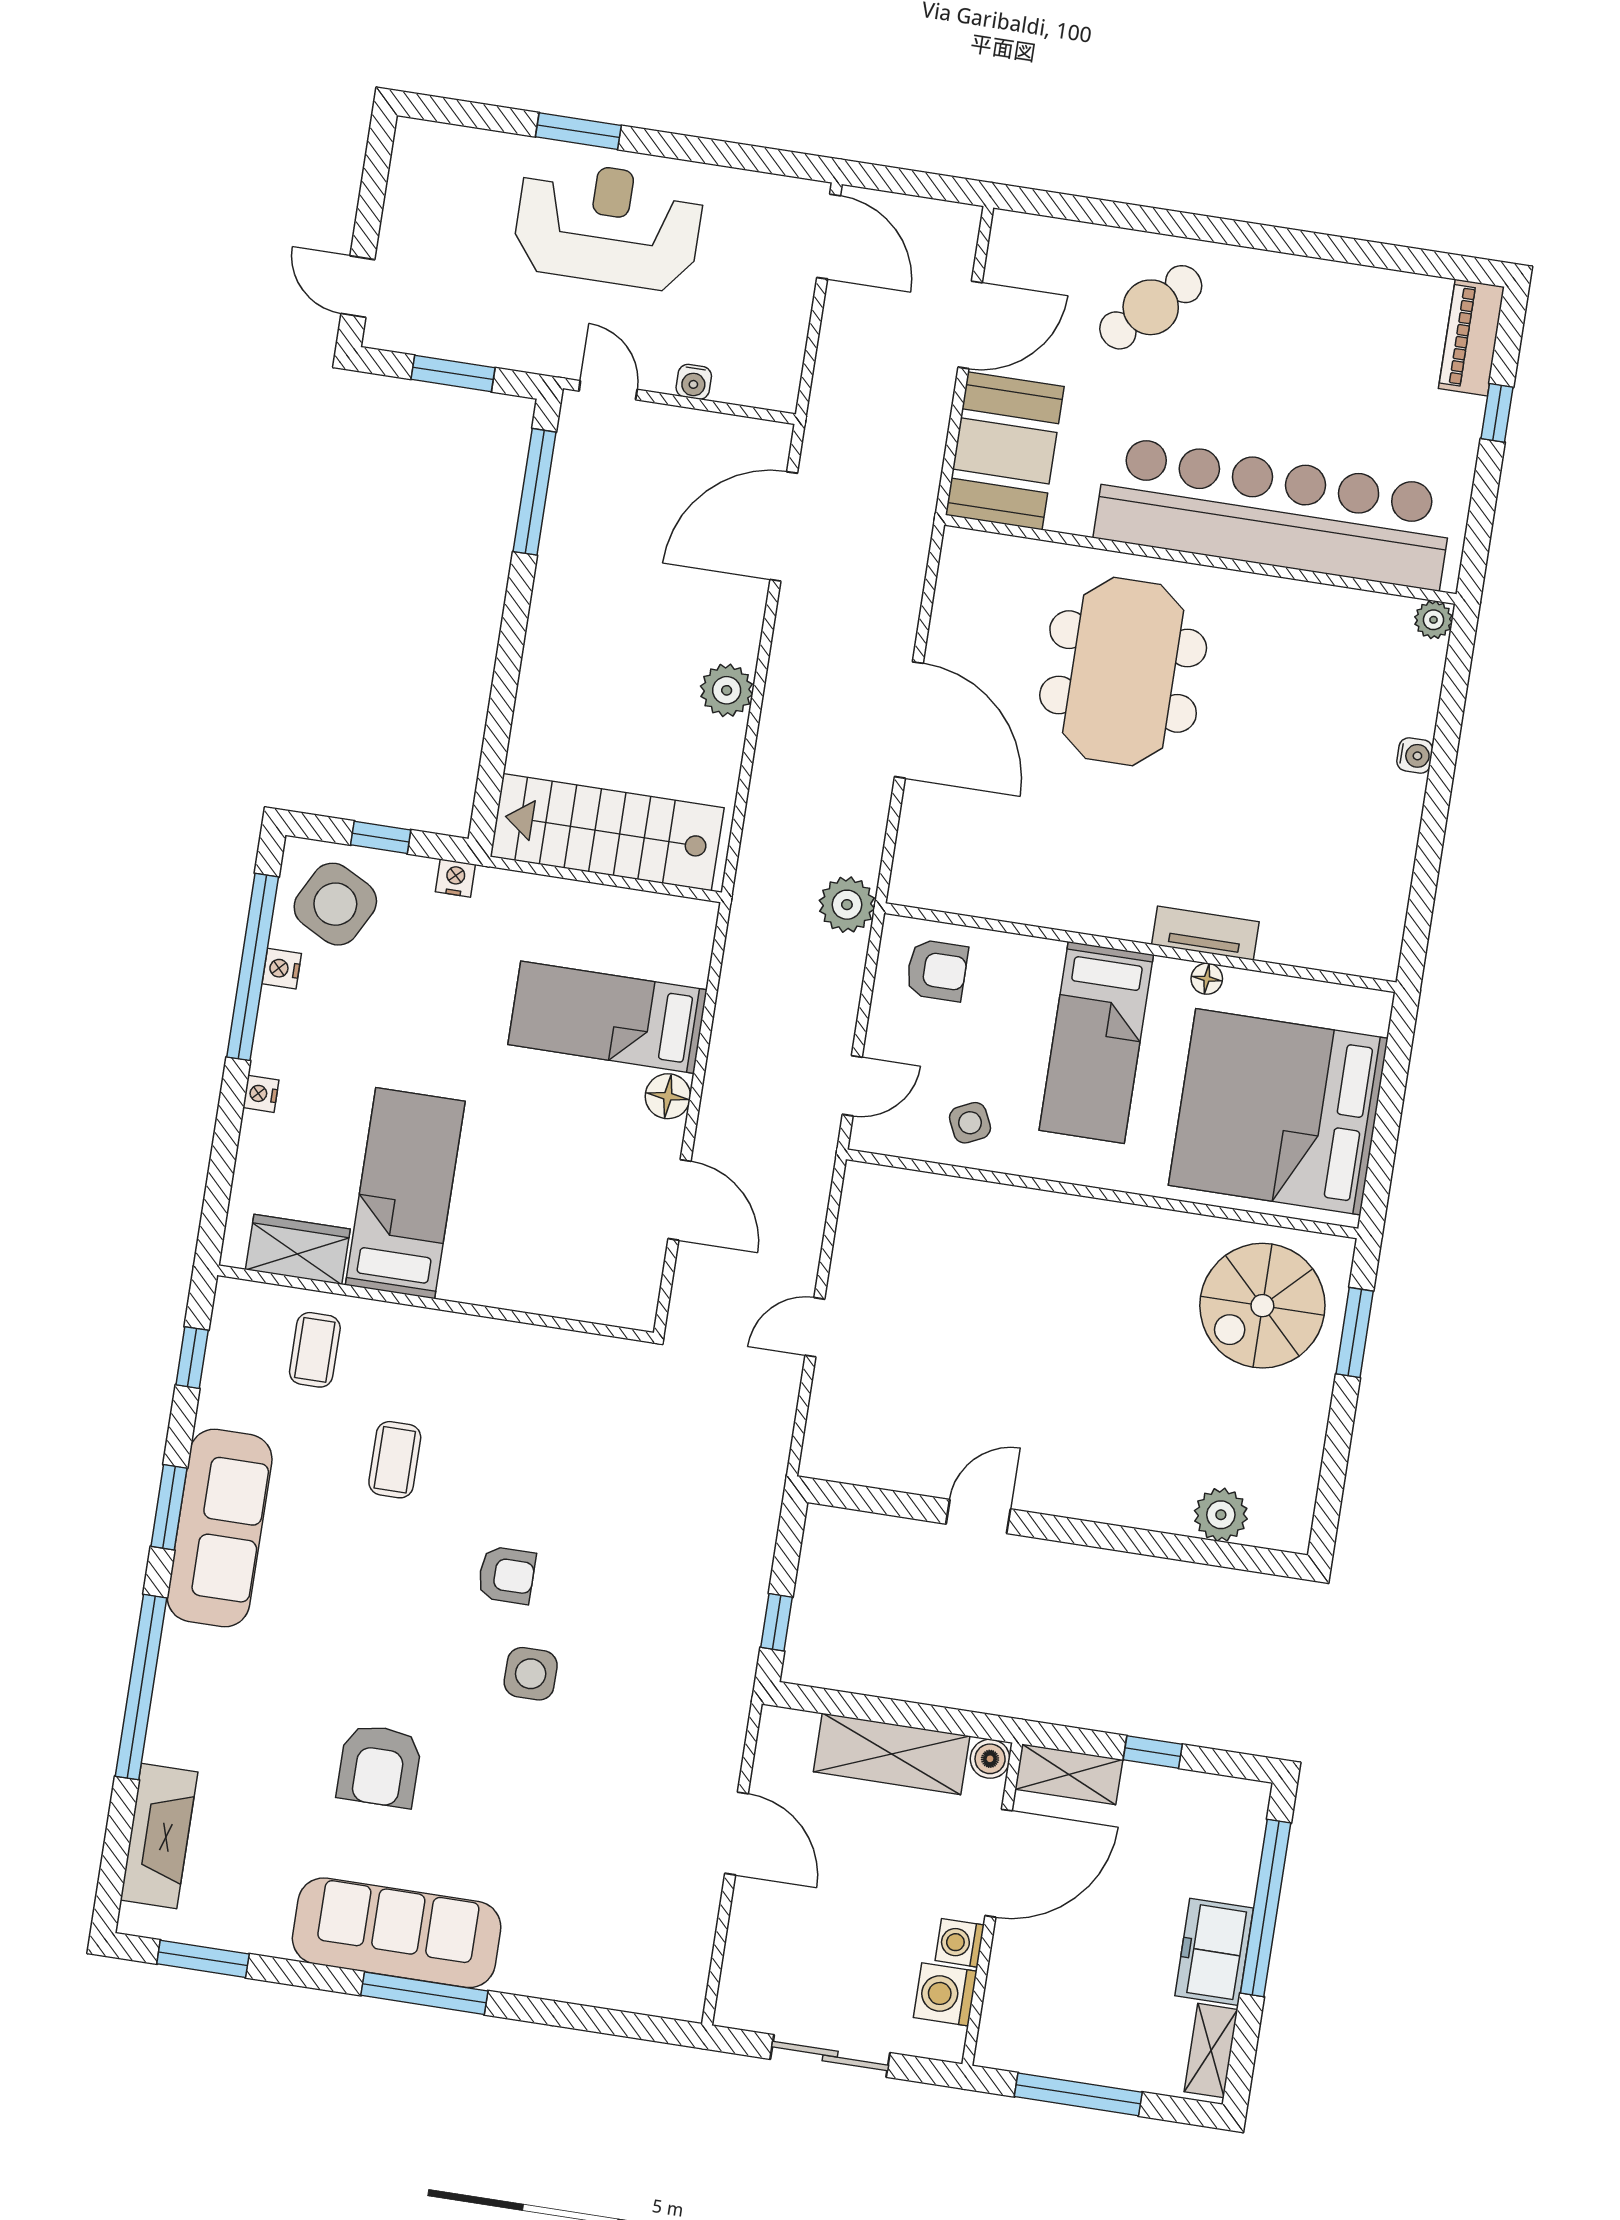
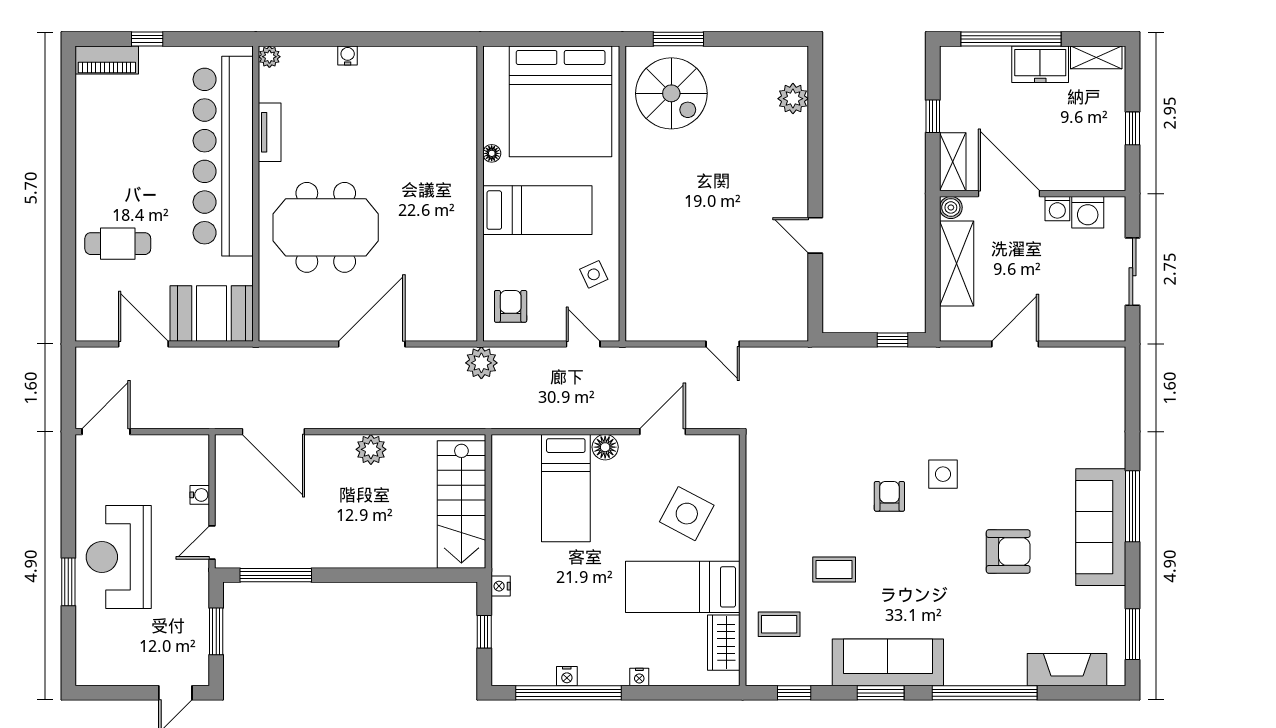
cafe table: (1151, 307) -> (118, 244), turned -46
side table: (335, 904) -> (687, 514), moved
tv unit: (1205, 933) -> (270, 132), moved, turned 180
window: (1078, 2094) -> (1133, 128), width x0.46

